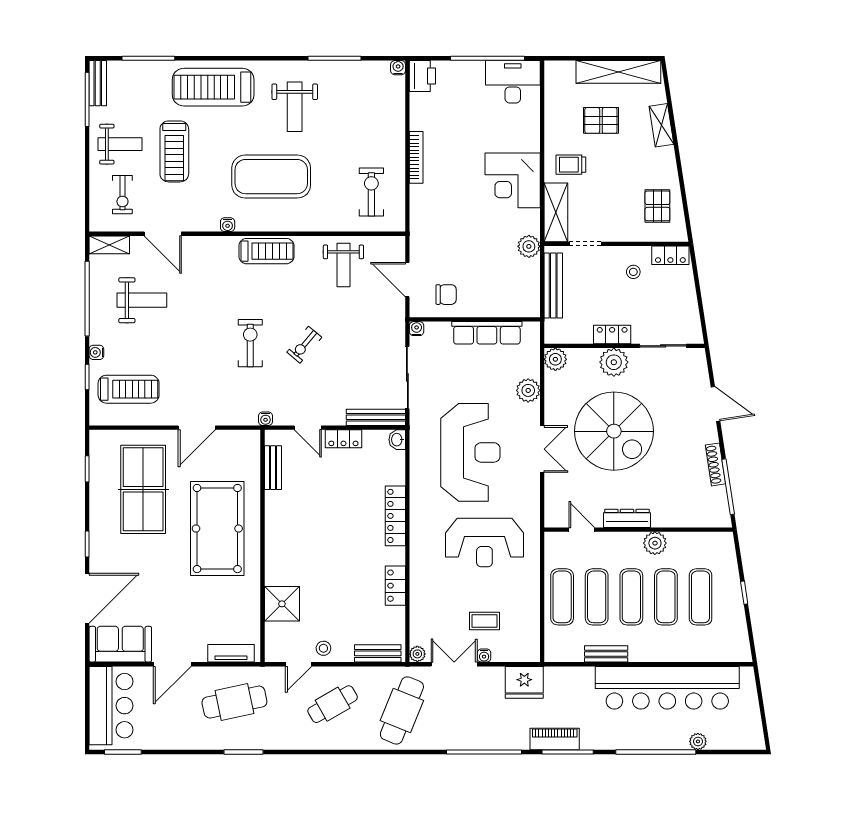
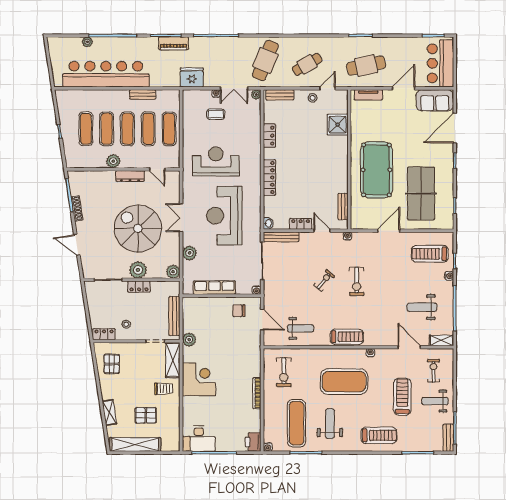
treadmill: (213, 87) -> (379, 435), width x0.73, depth x0.73
exercise mat: (350, 107) -> (297, 423), added
treadmill: (266, 251) -> (347, 337), turned 180
weight bench: (343, 265) -> (301, 328), turned 90

